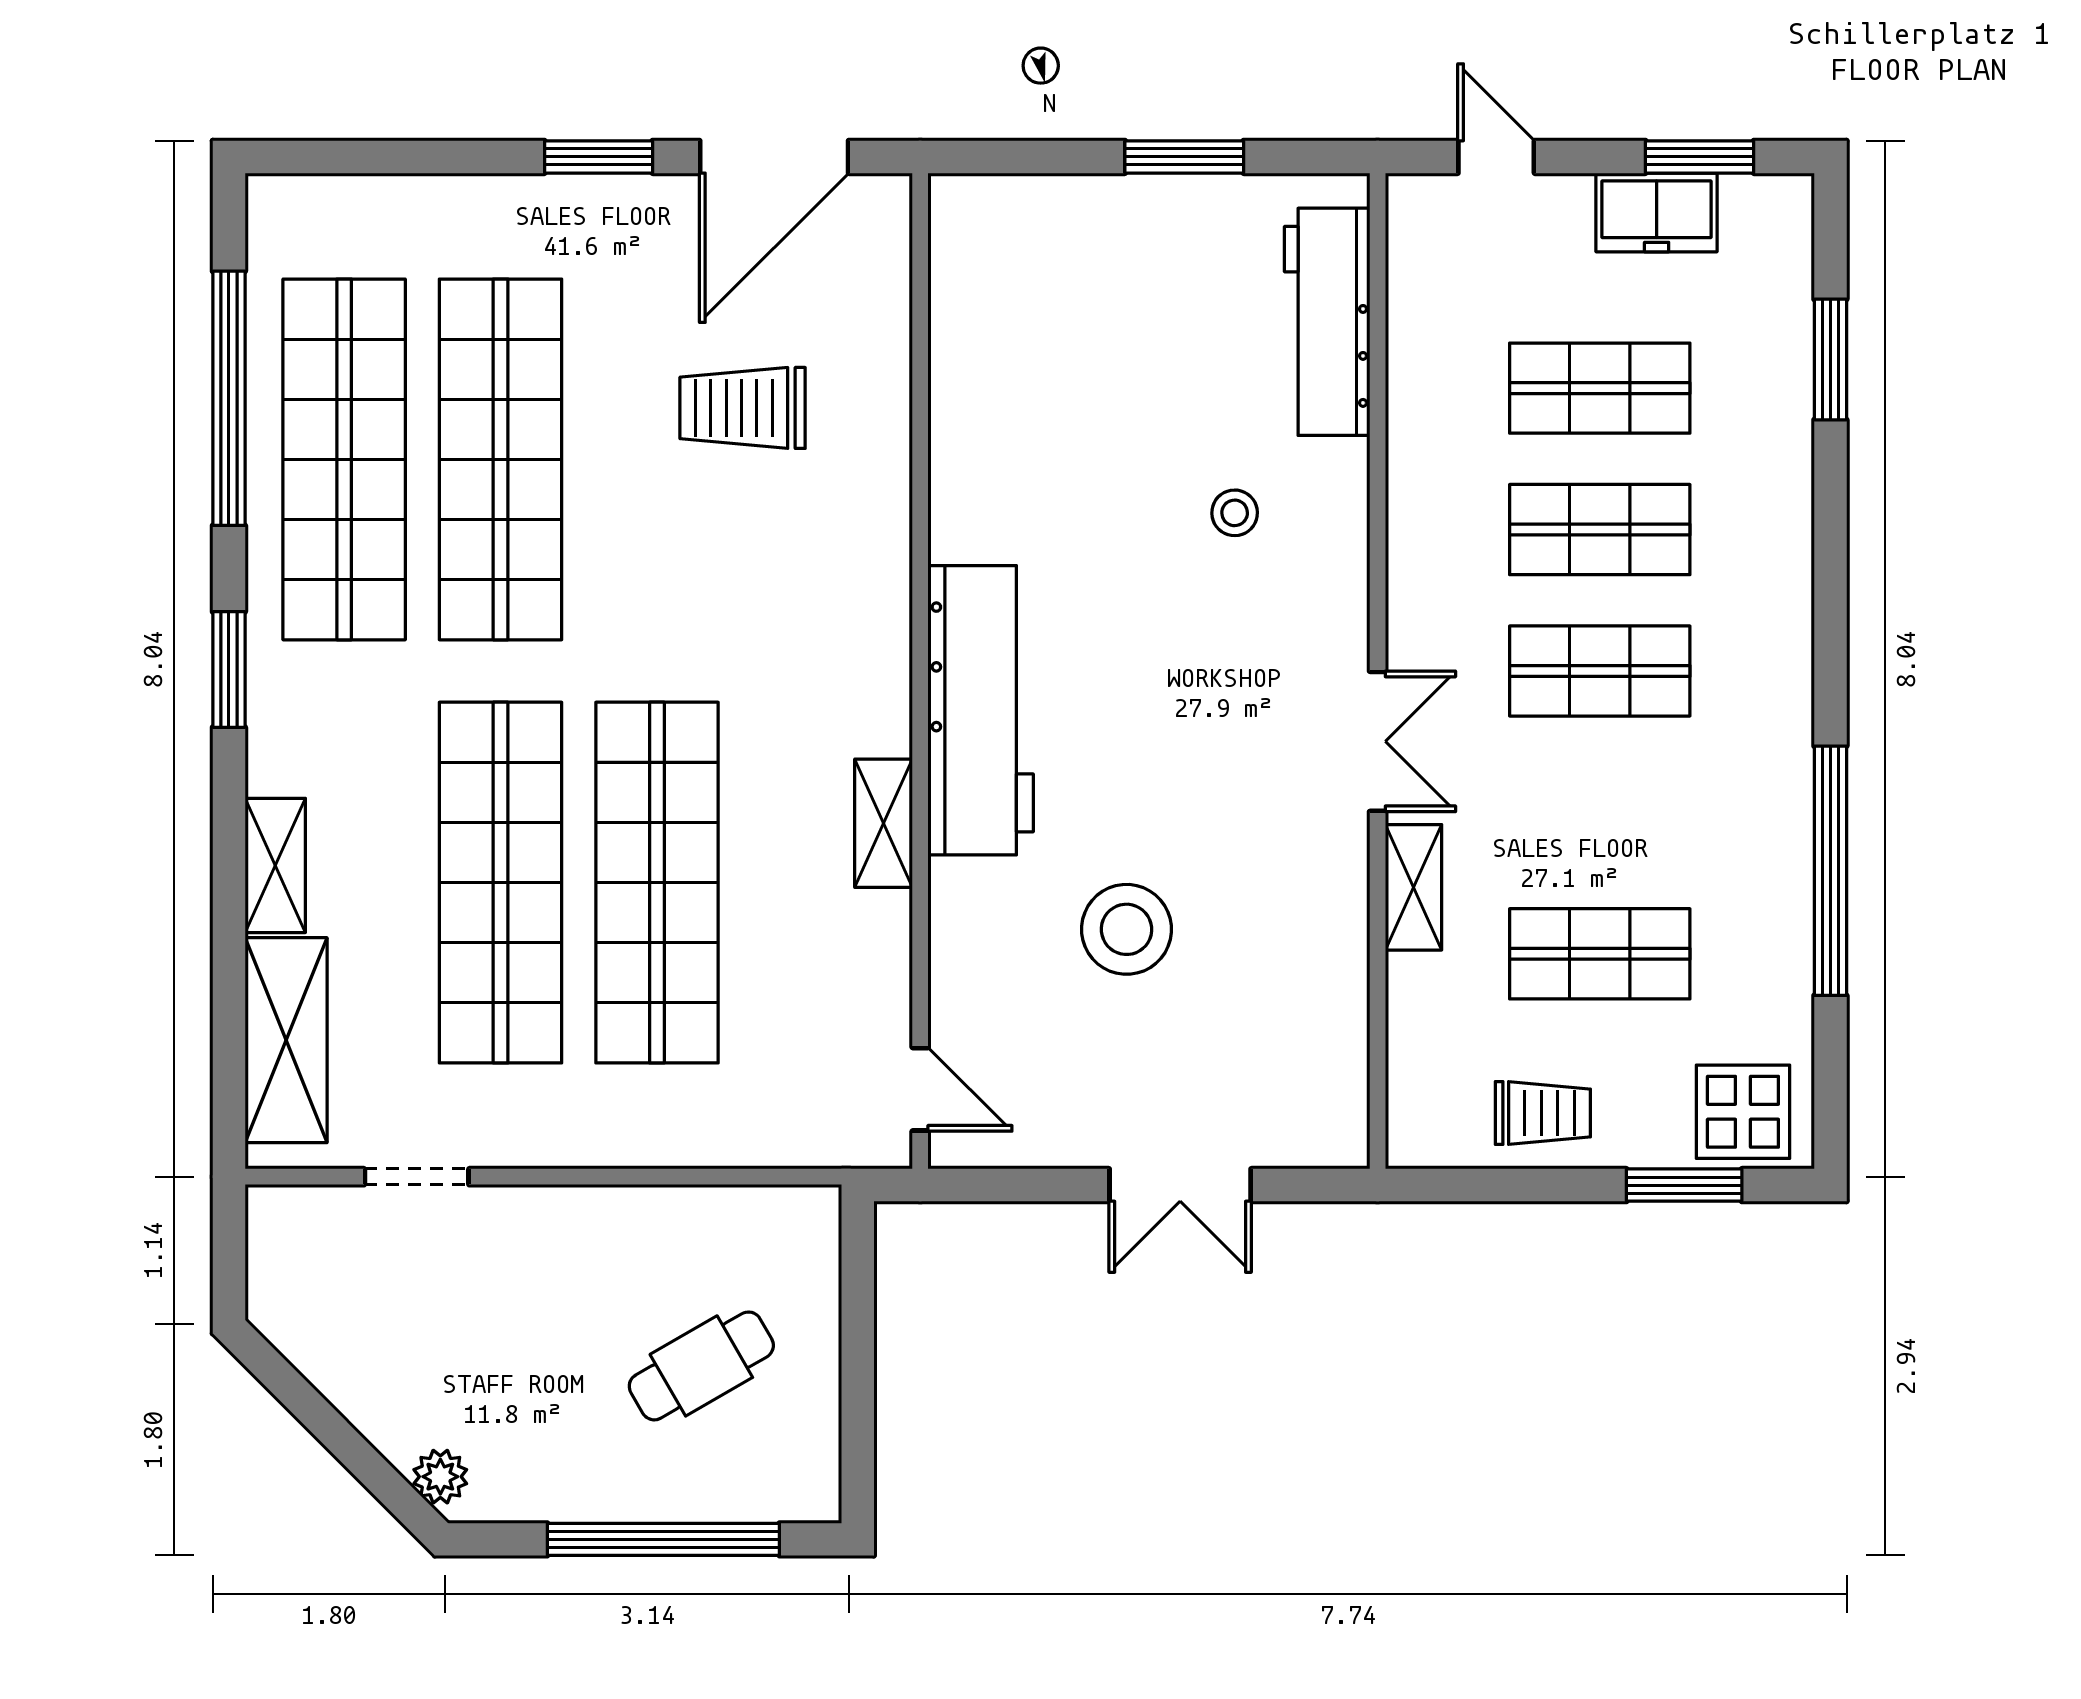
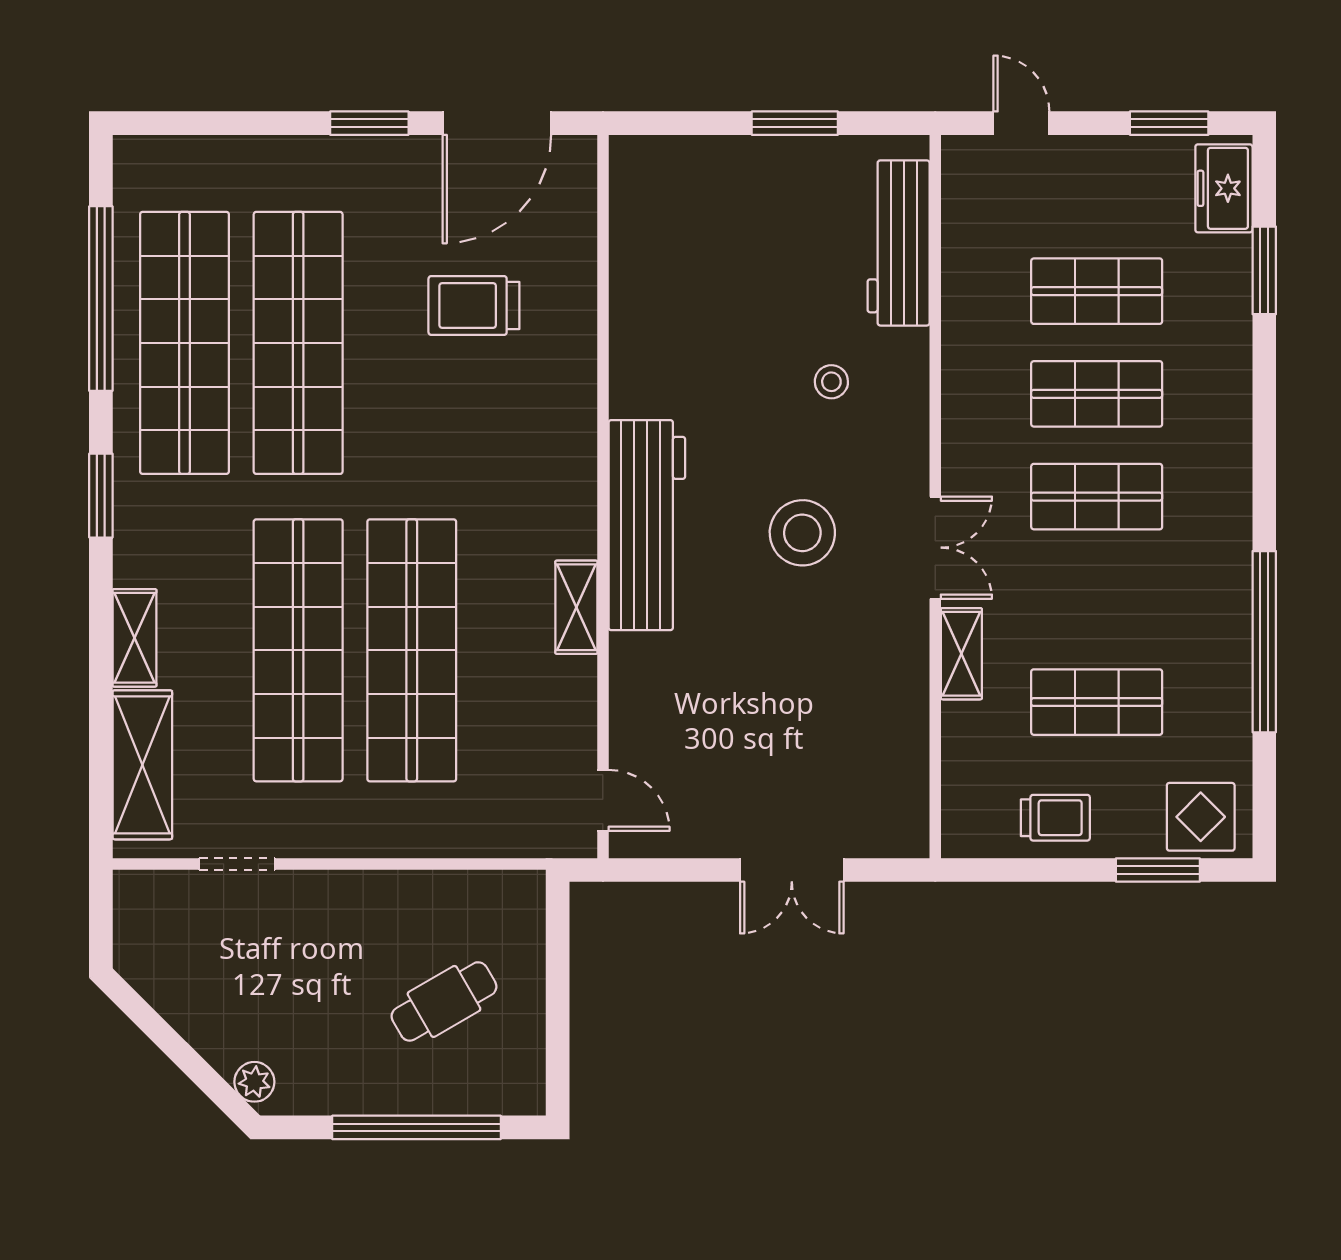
freezer: (1657, 212) -> (1224, 188), moved, turned 90
stool: (1126, 929) -> (802, 533), moved

